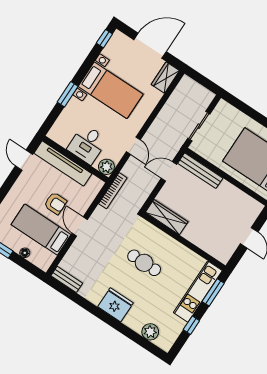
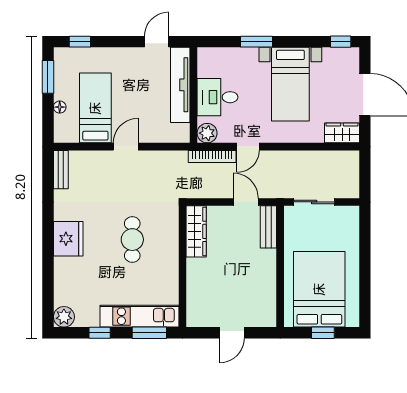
bench: (200, 171) -> (268, 227), width x0.73
bookcase: (113, 191) -> (212, 156), moved
armchair: (55, 203) -> (133, 105), removed
plant: (150, 332) -> (64, 317), moved

